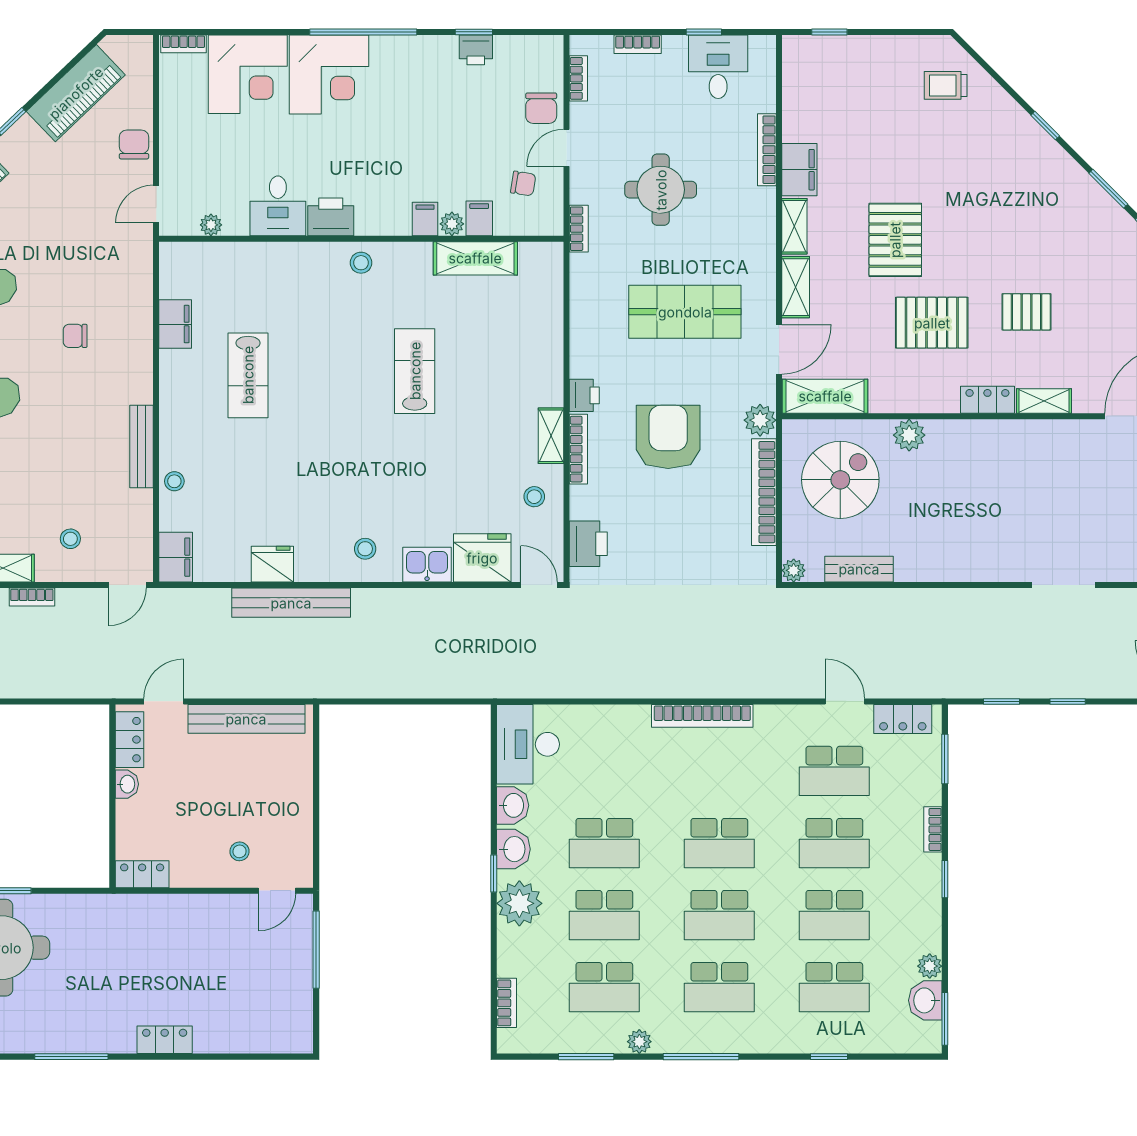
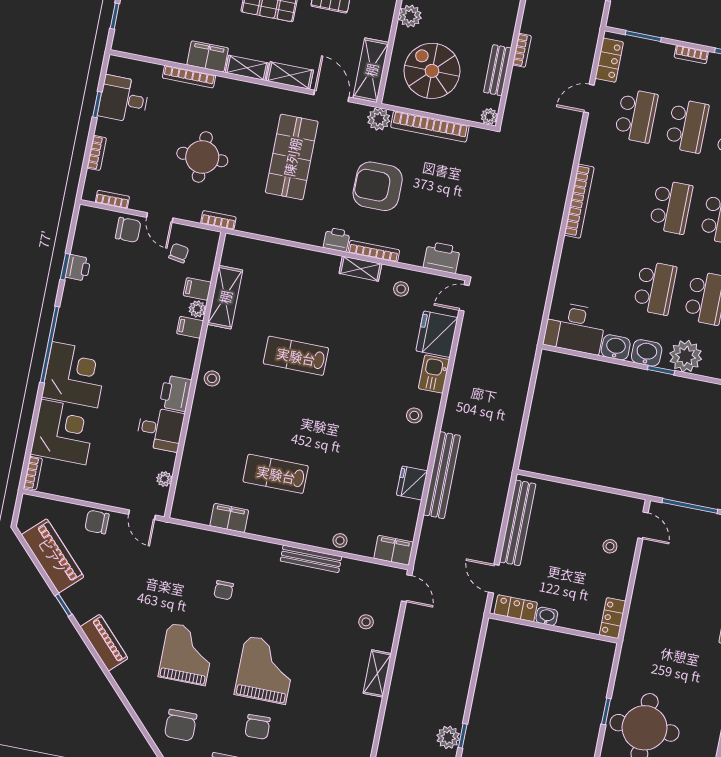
lab bench: (248, 375) -> (276, 474), turned 180
bookcase: (32, 597) -> (522, 50), moved

